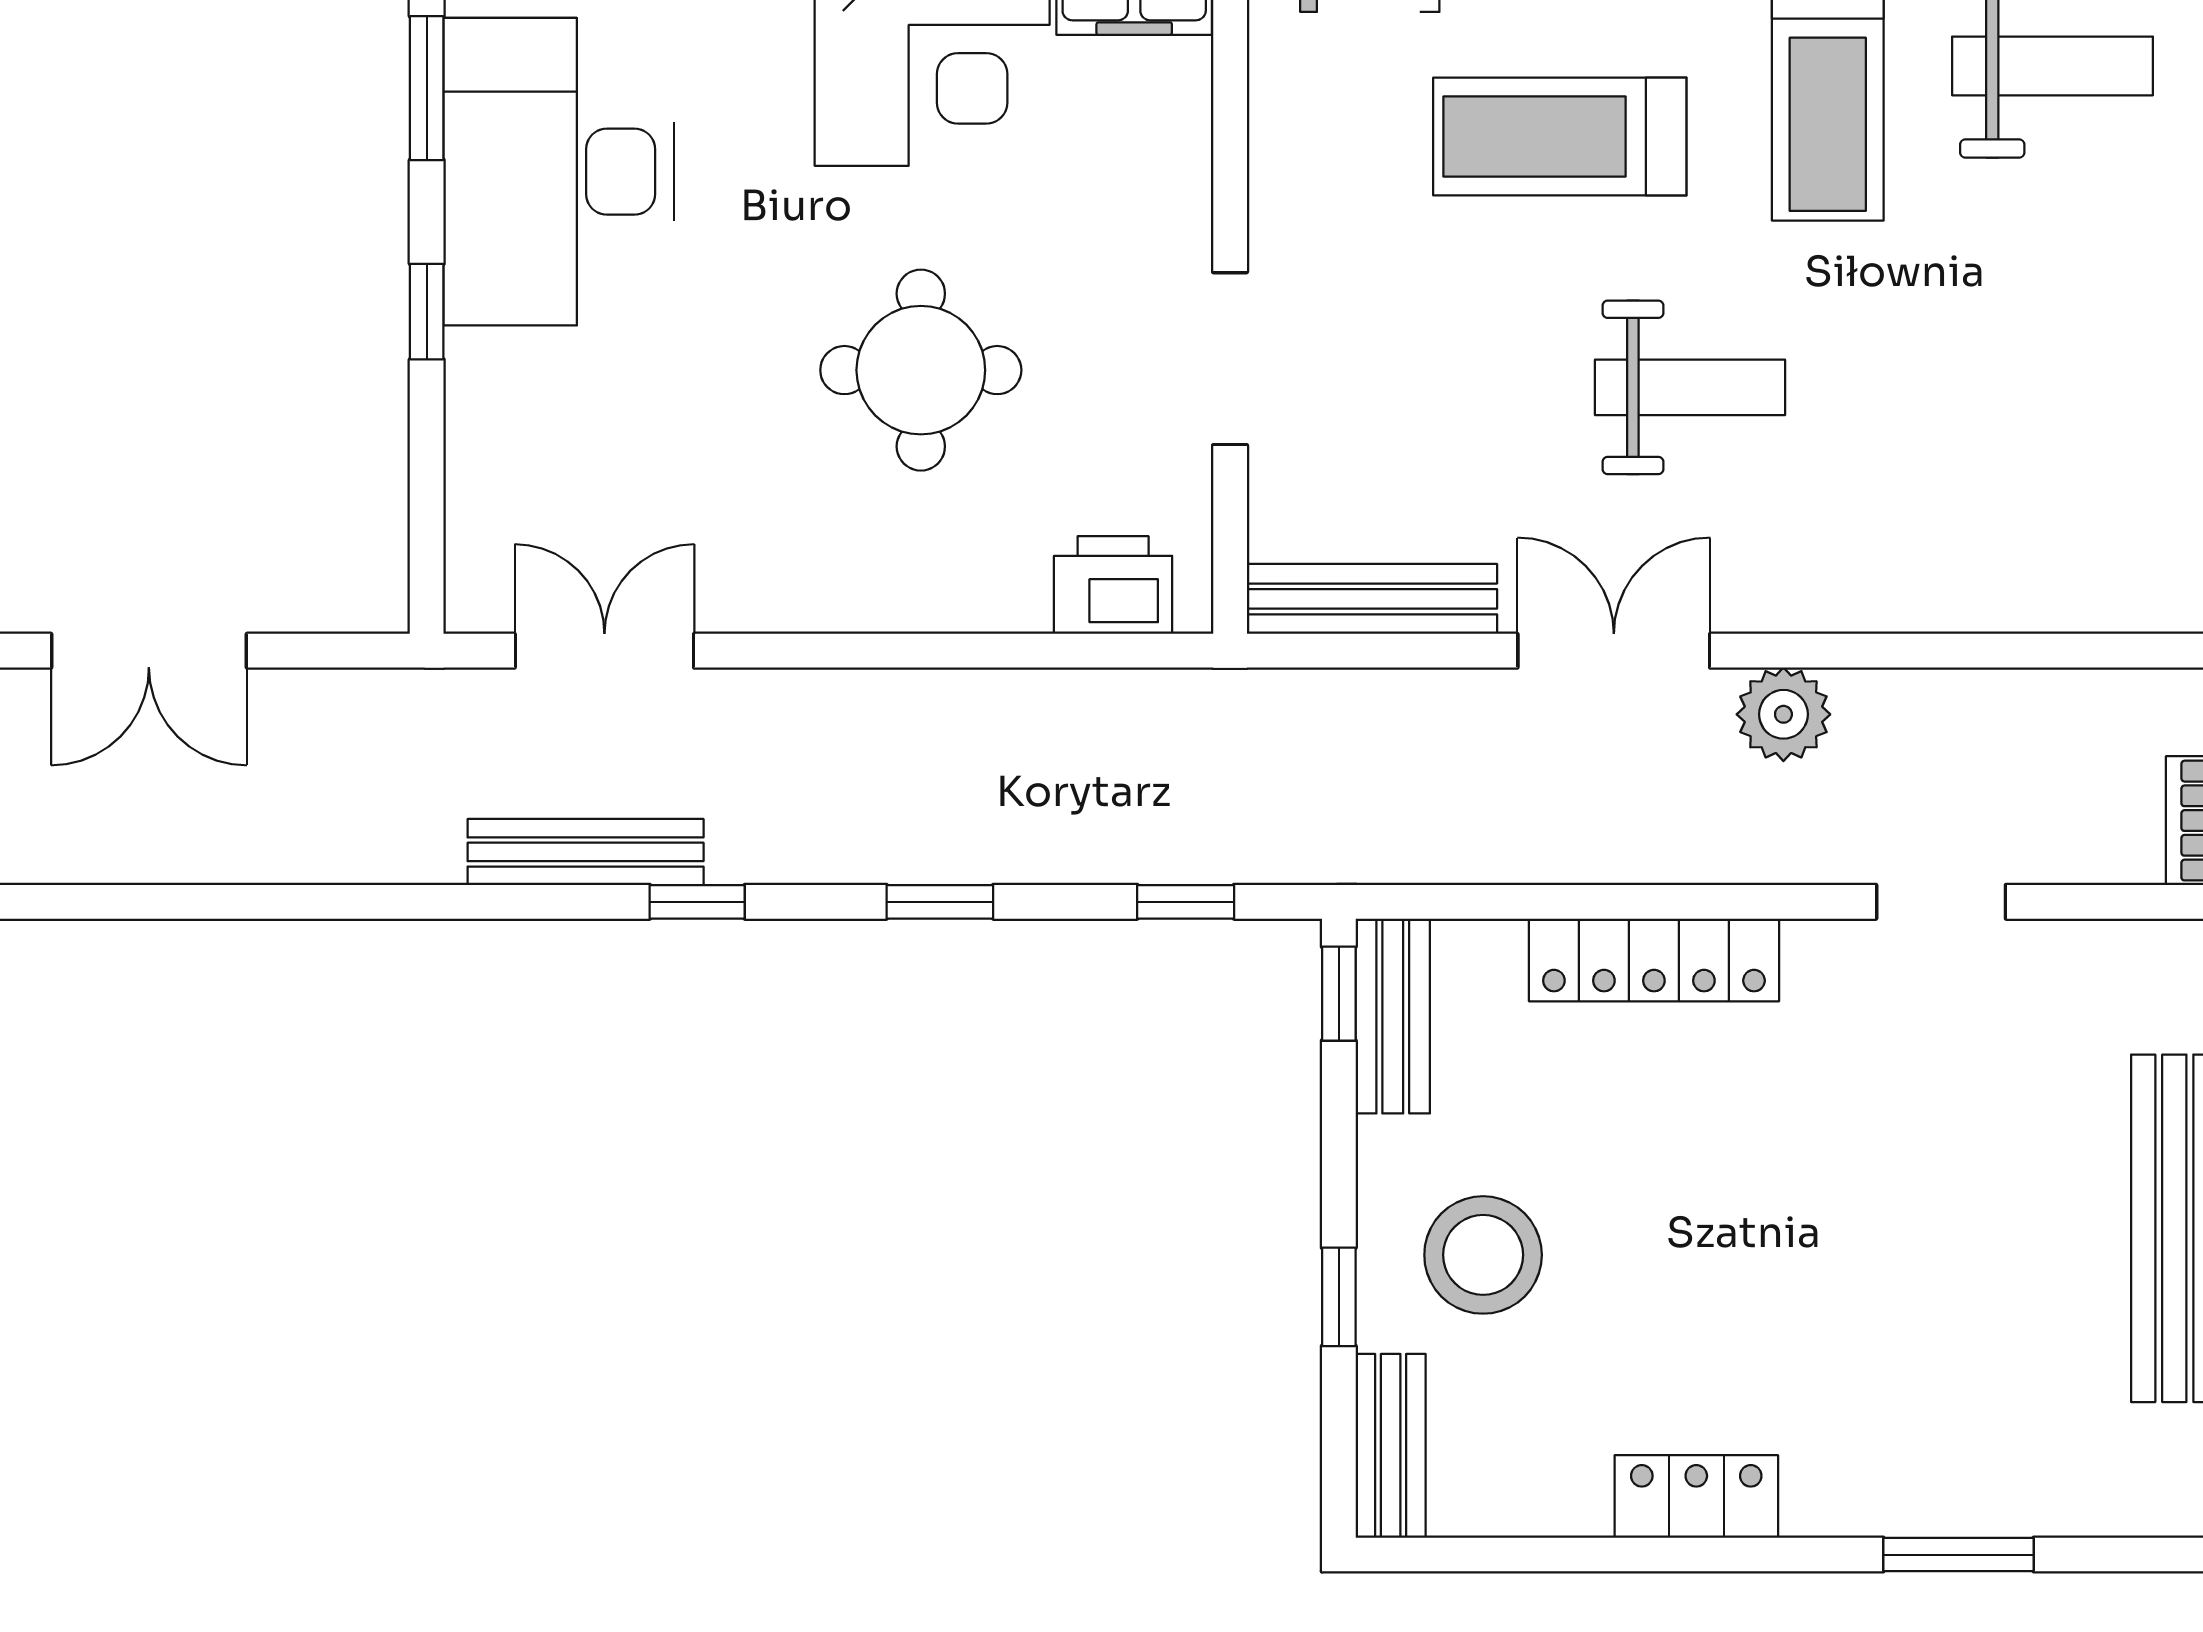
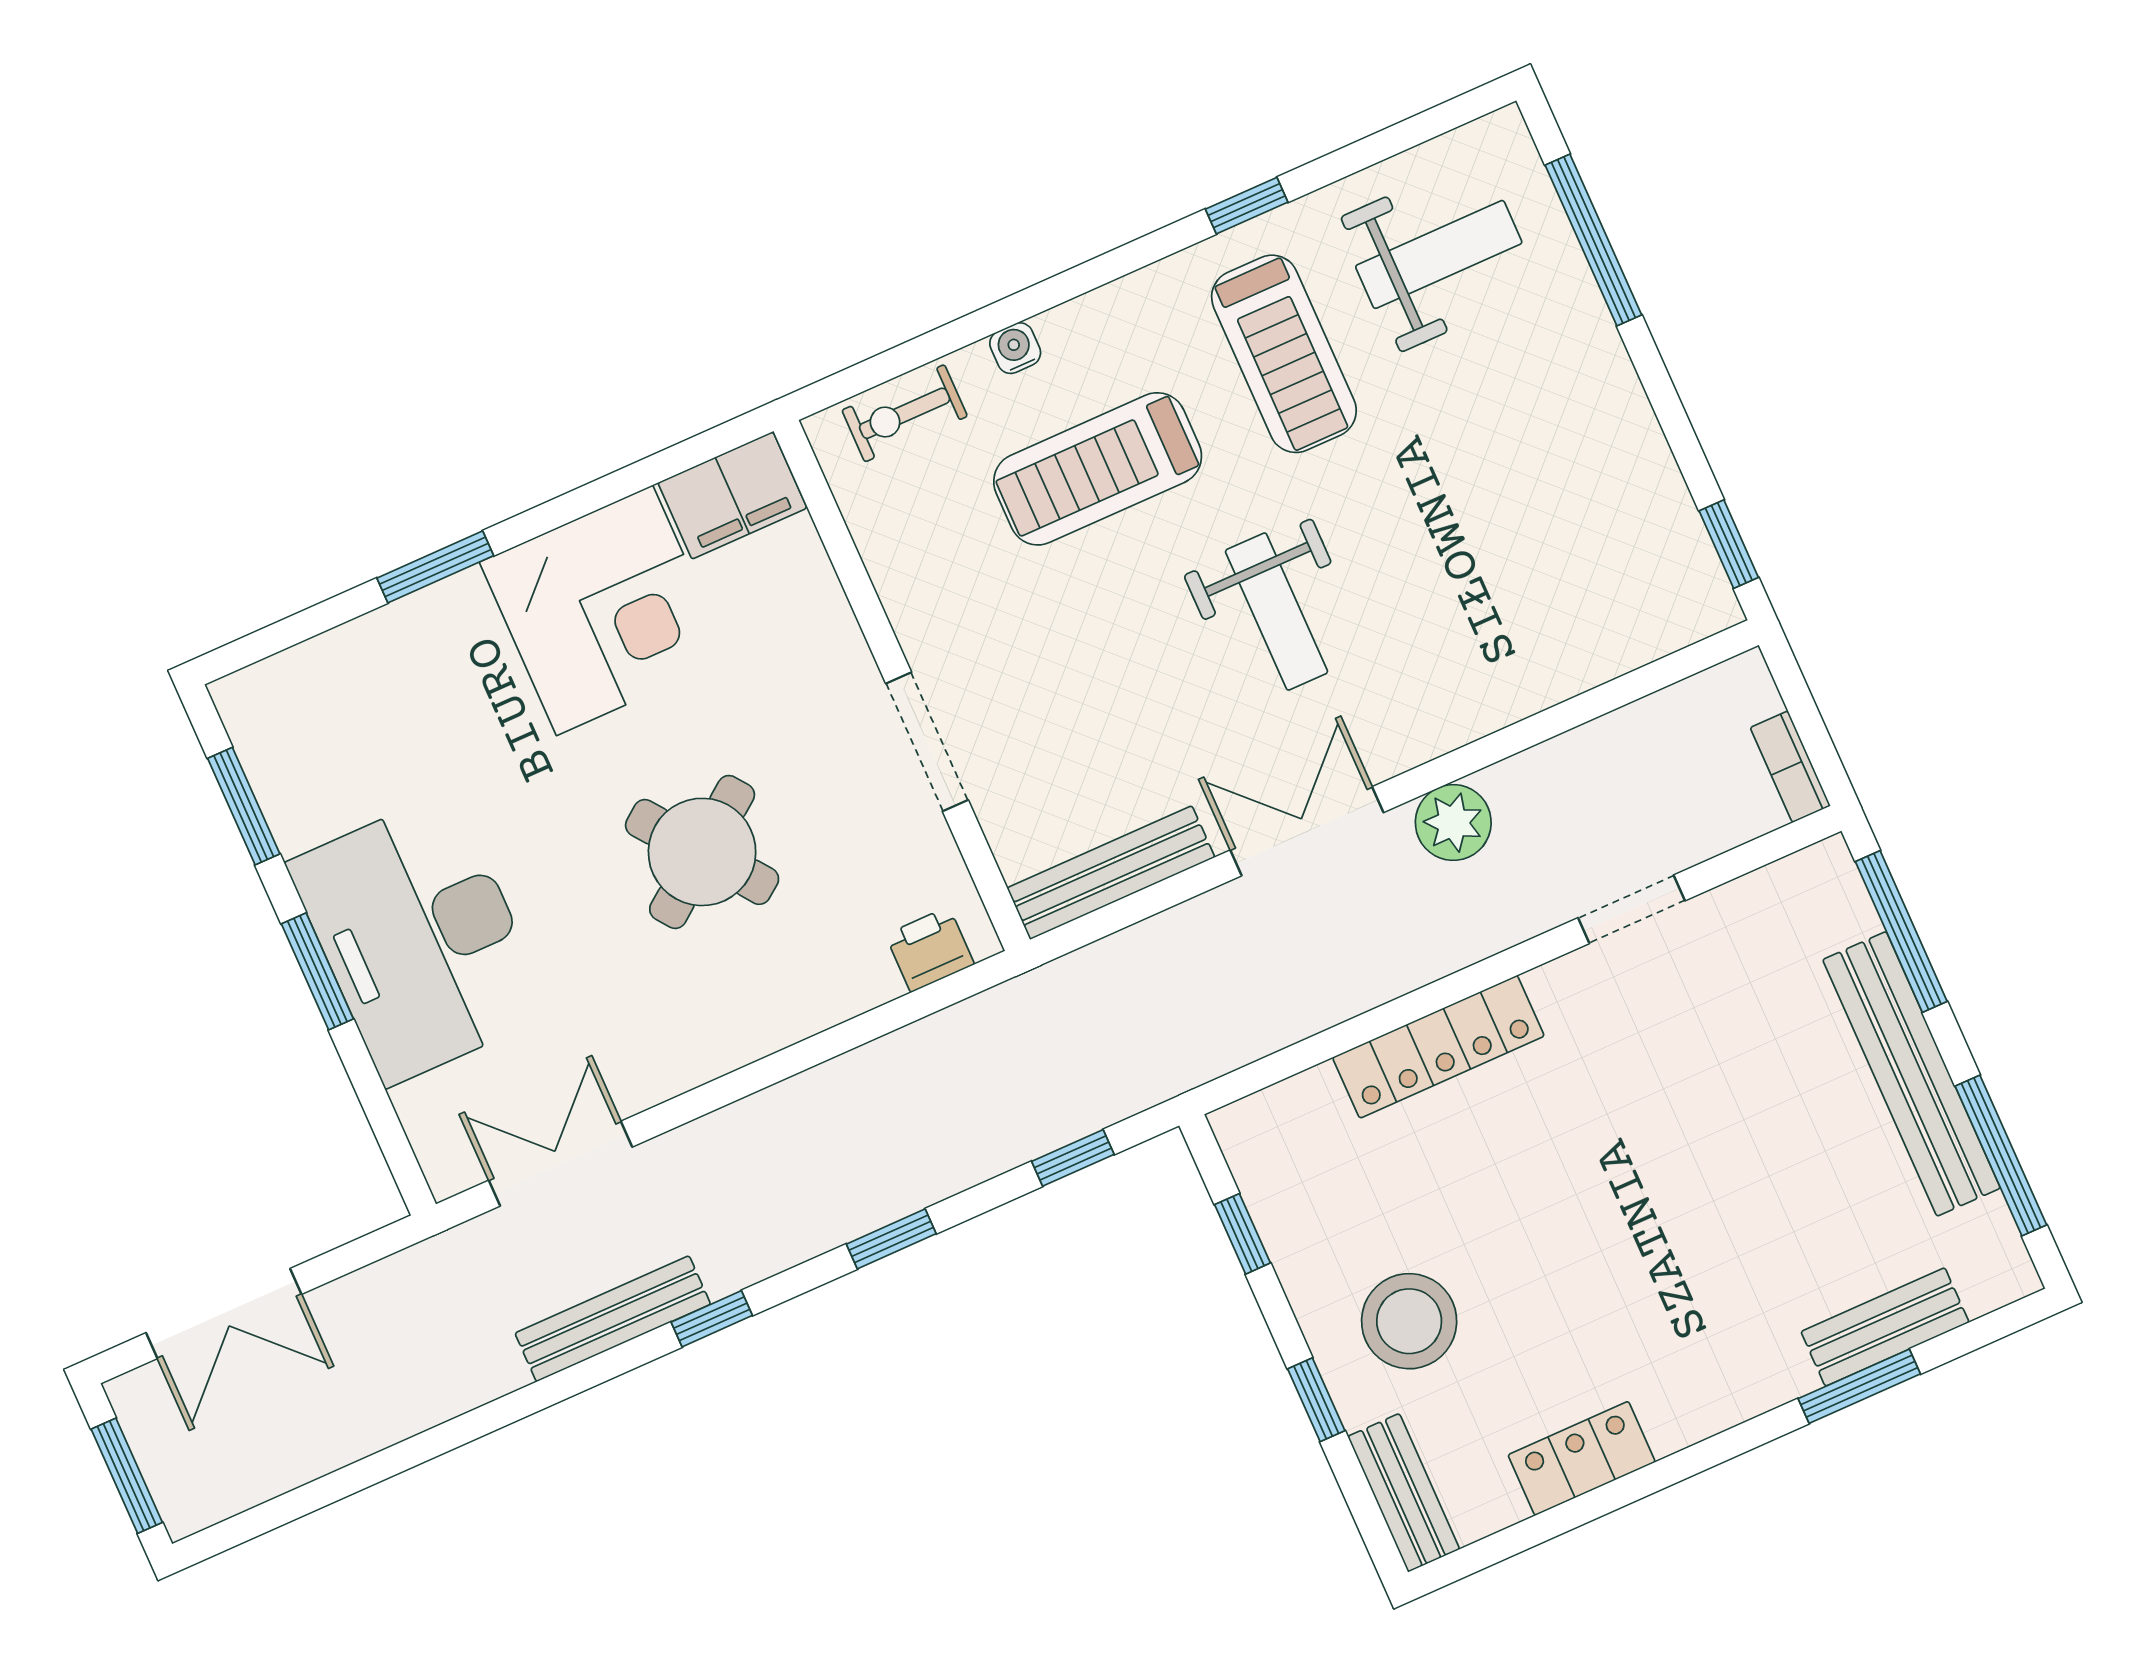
desk: (558, 172) -> (419, 938), moved
window: (427, 312) -> (317, 971), width x1.50
round table: (921, 370) -> (702, 852), turned -37
weight bench: (1690, 387) -> (1277, 611), turned 90
printer: (1113, 585) -> (930, 949), width x0.73, depth x0.81
window: (1339, 994) -> (1242, 1234), moved
bench: (1393, 1016) -> (1885, 1327), moved, turned 90
locker: (1696, 1496) -> (1582, 1458), moved

